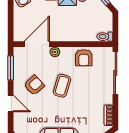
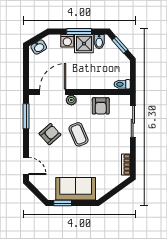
sliding door: (115, 73) -> (133, 121), width x0.73
coffee table: (62, 86) -> (79, 134), turned -40
door: (11, 104) -> (26, 166), moved

